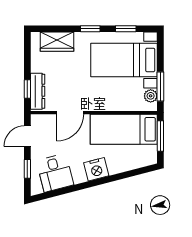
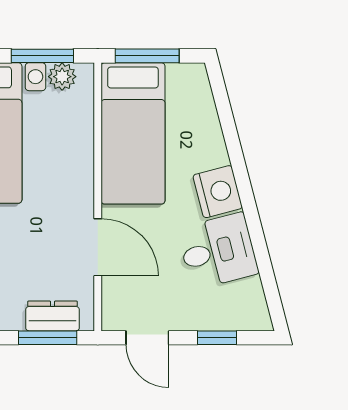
window: (27, 89) -> (48, 338), width x1.50
dresser: (38, 91) -> (52, 316), width x0.70
desk: (55, 173) -> (218, 251), moved

